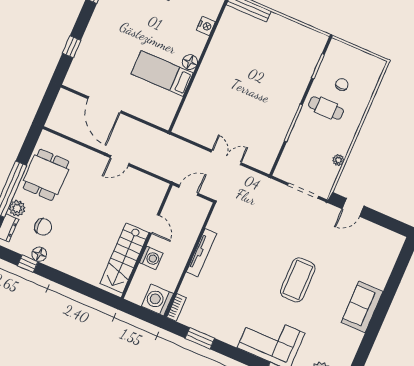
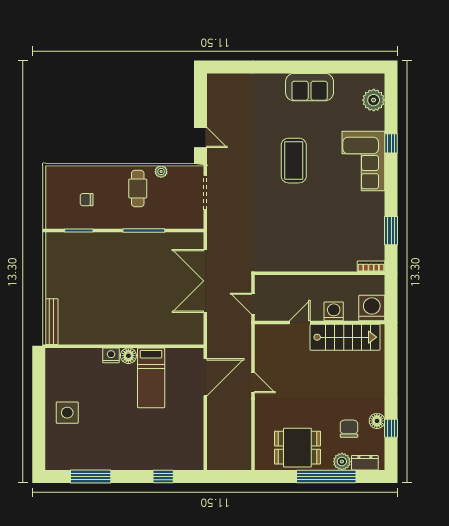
nightstand: (206, 26) -> (111, 355), moved
door: (105, 105) -> (205, 377), moved
cafe table: (326, 108) -> (138, 189), moved
double door: (226, 157) -> (205, 281), width x1.87
tv unit: (201, 253) -> (308, 265), removed
coffee table: (298, 280) -> (294, 161), turned 90
washing machine: (157, 300) -> (372, 308), moved, turned 180
sofa: (362, 307) -> (310, 87), moved

